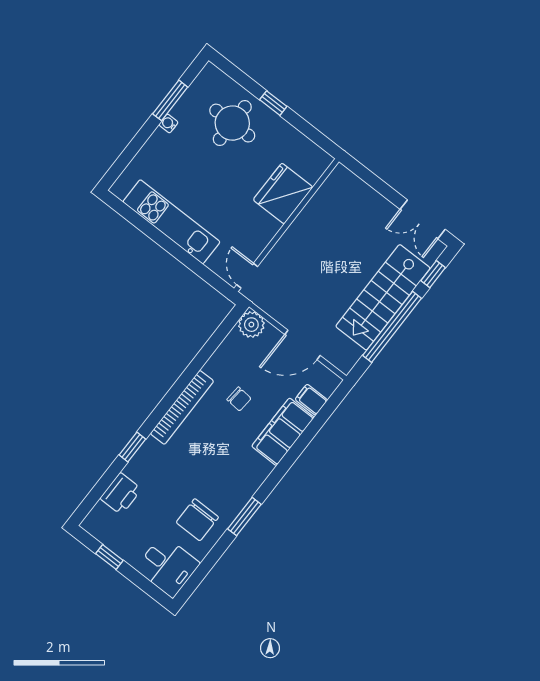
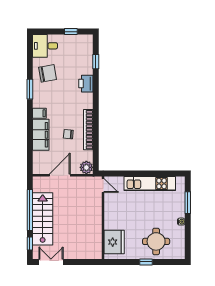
window: (170, 100) -> (188, 203), moved
fridge: (283, 193) -> (114, 242), moved
filing cabinet: (311, 400) -> (39, 113), moved
bookcase: (182, 407) -> (88, 130), moved
window: (132, 447) -> (96, 62), moved
printer: (121, 494) -> (86, 84), moved
chair: (197, 520) -> (48, 73), turned 80

